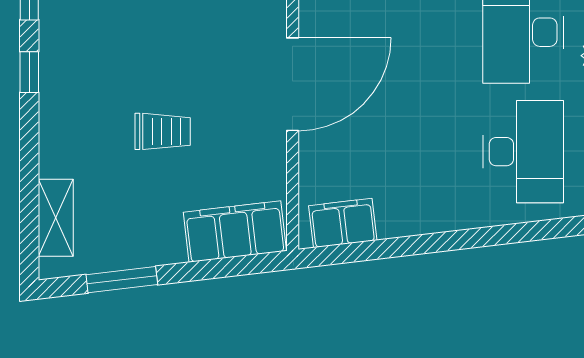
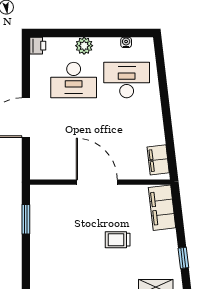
trolley: (163, 131) -> (118, 240), turned -90
window: (122, 280) -> (183, 258), width x0.67

